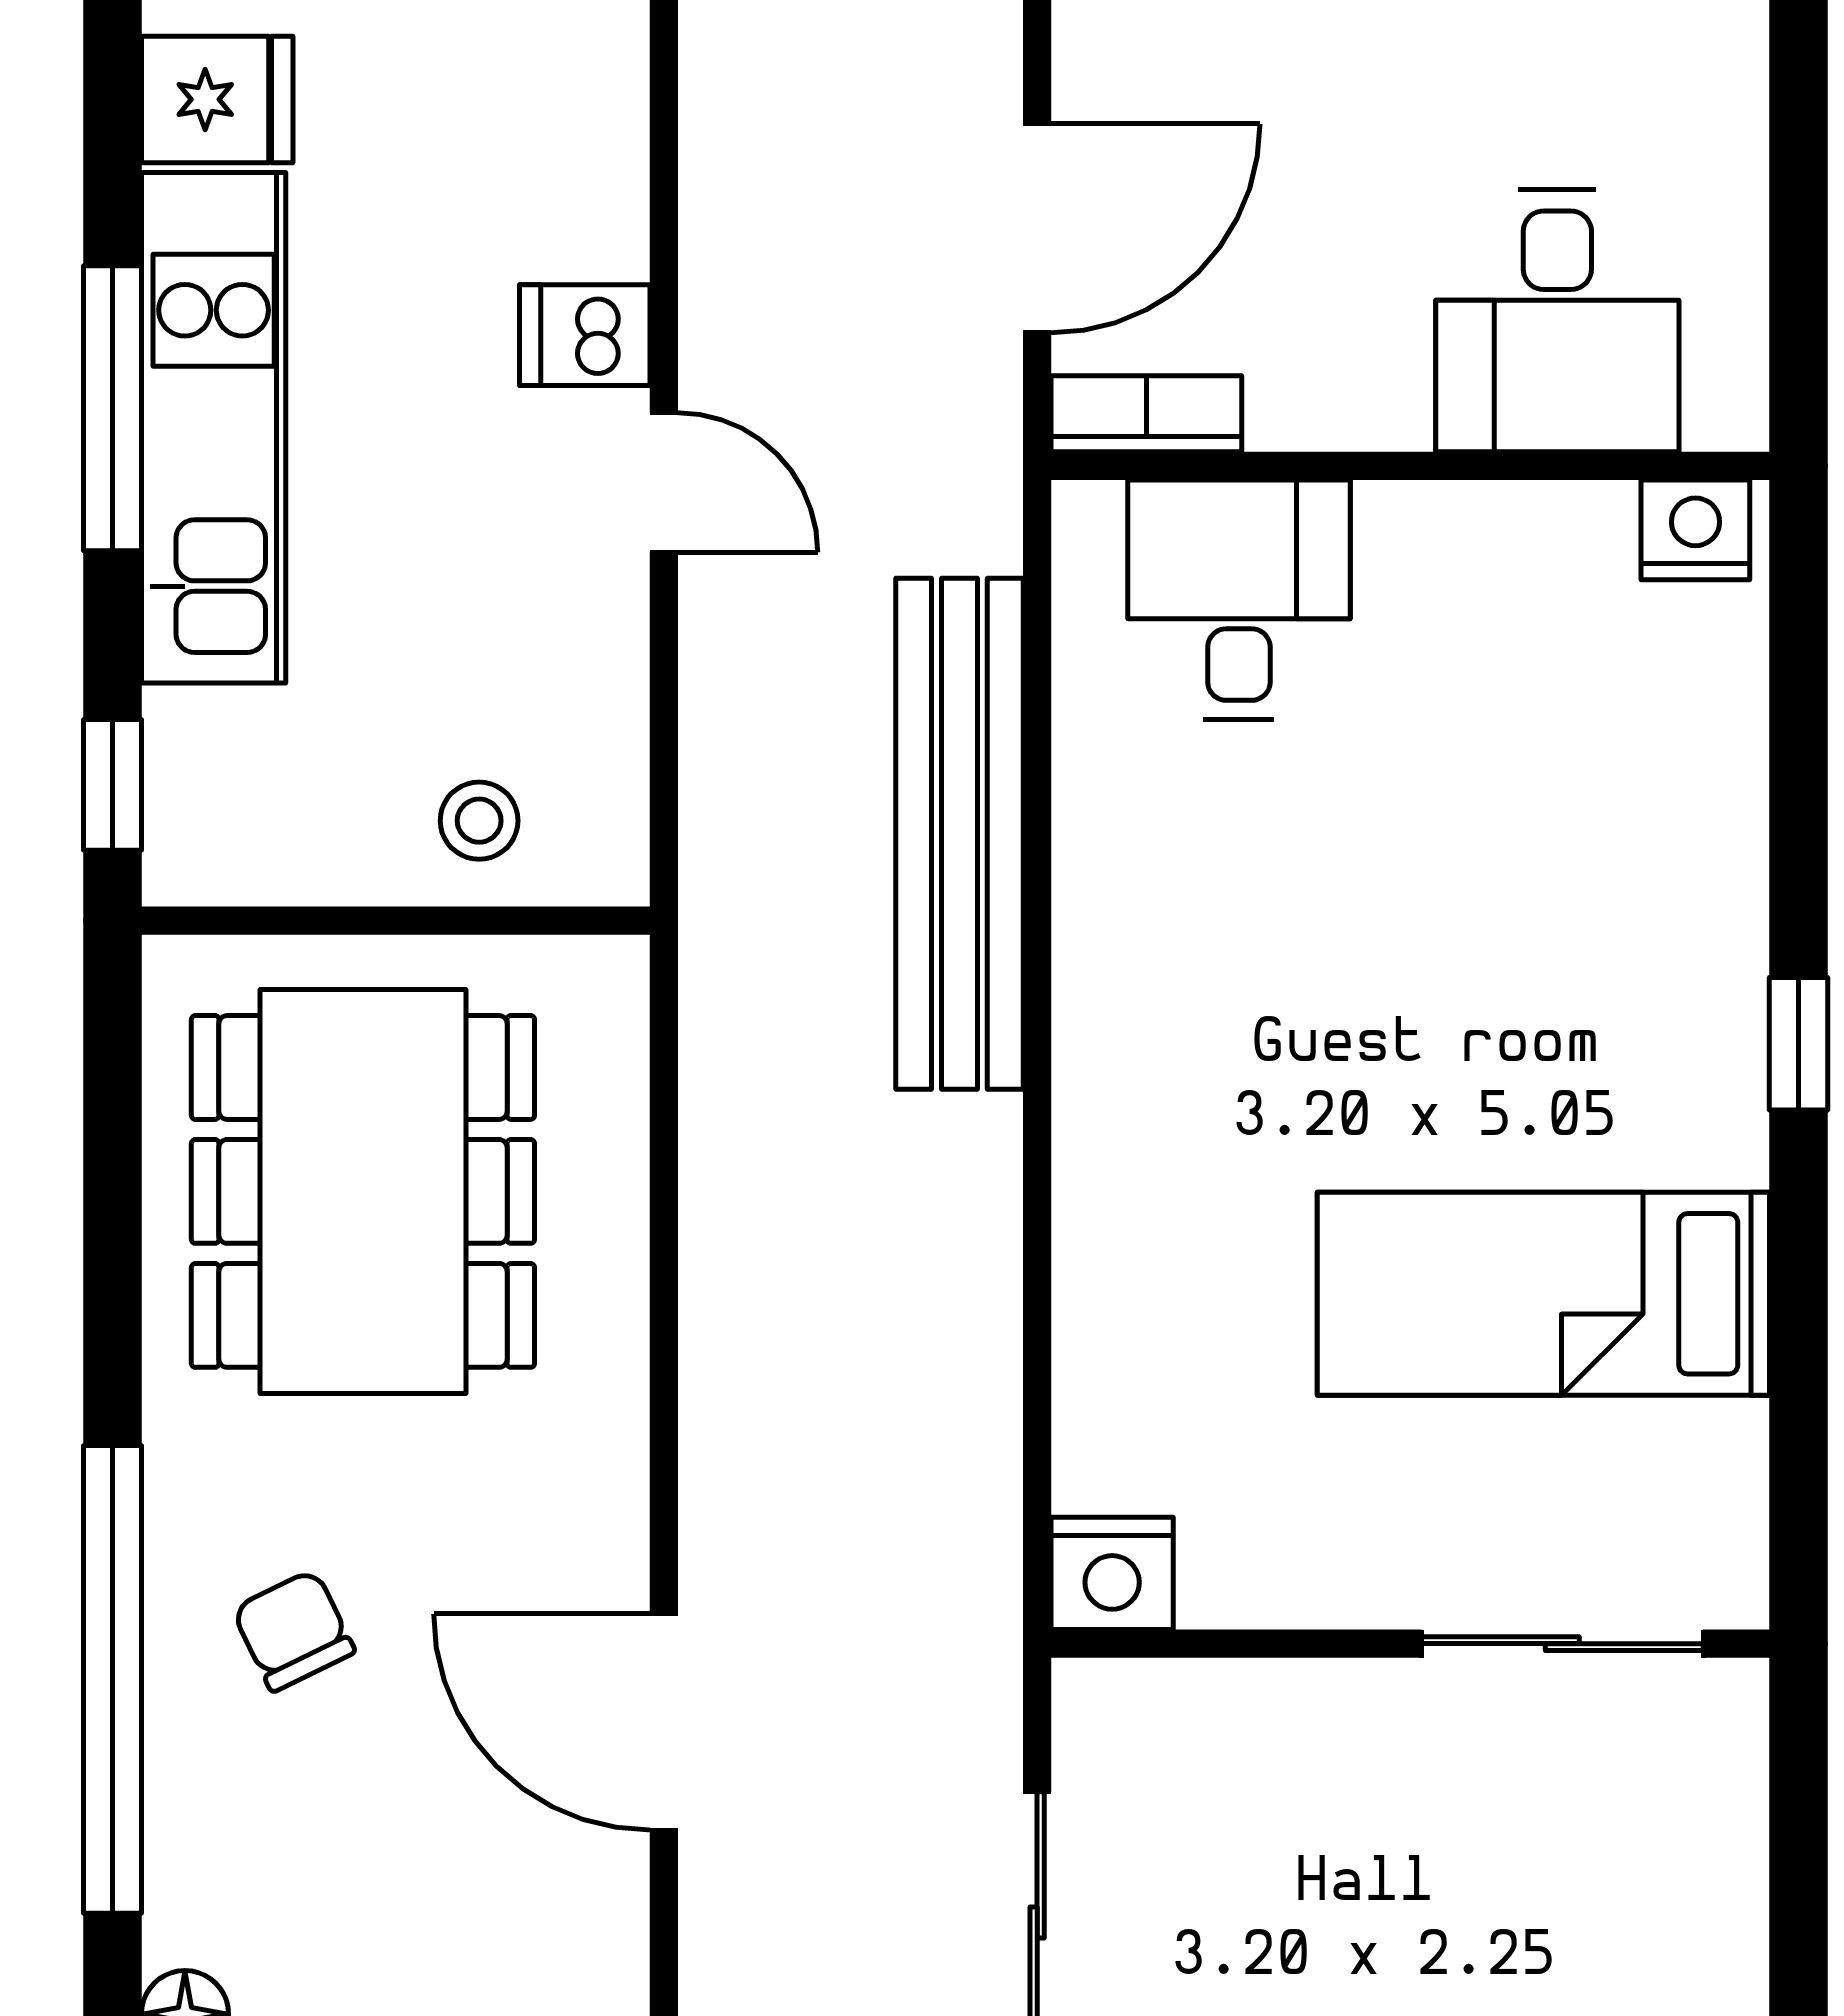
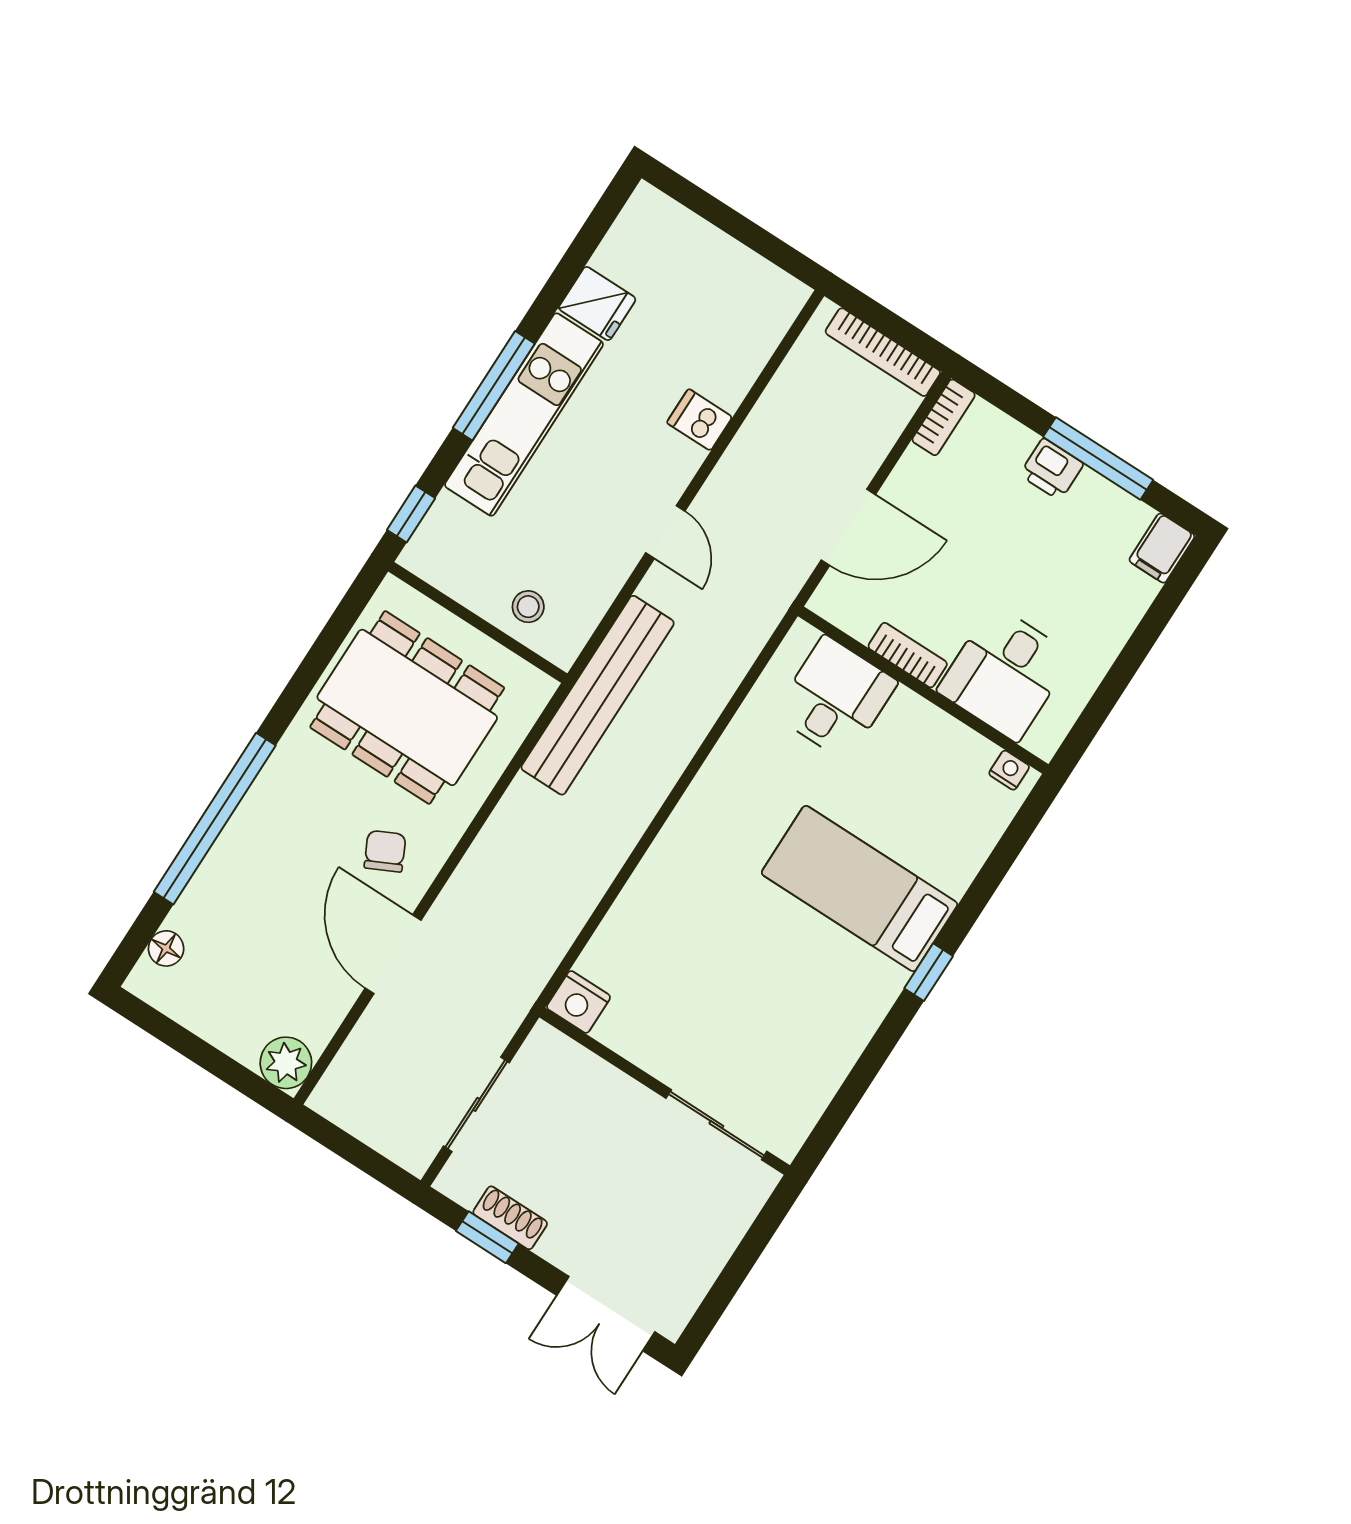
dishwasher: (585, 335) -> (699, 420), moved
bookcase: (1146, 414) -> (908, 655), moved
nightstand: (1695, 530) -> (1009, 770), width x0.72, depth x0.74
bench: (959, 834) -> (598, 695), moved
dining table: (363, 1191) -> (407, 707), turned 90
bed: (1543, 1294) -> (859, 889), moved
chair: (293, 1631) -> (385, 851), moved

